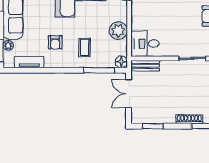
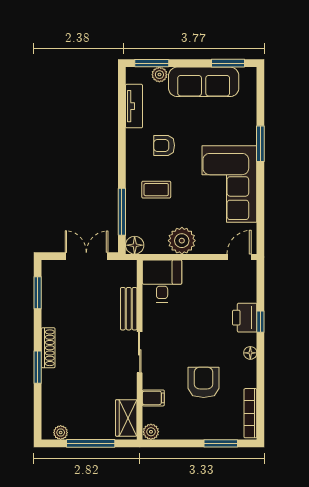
bench: (145, 66) -> (129, 309), moved

